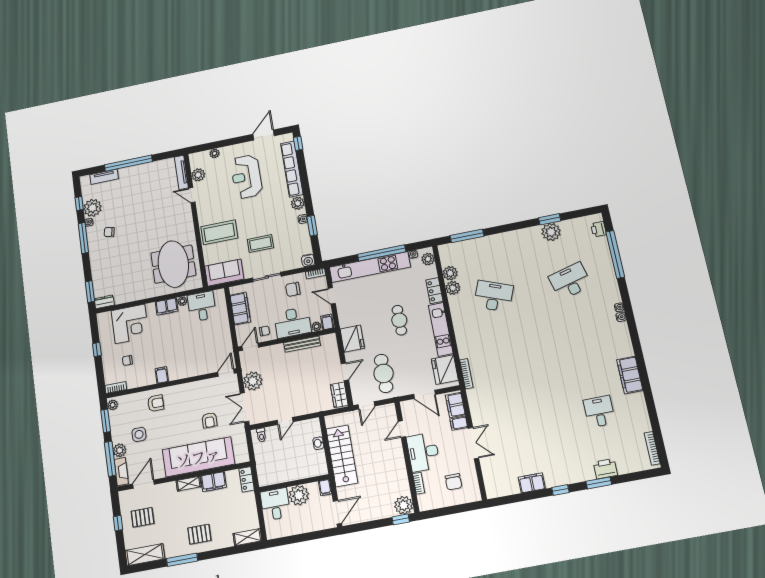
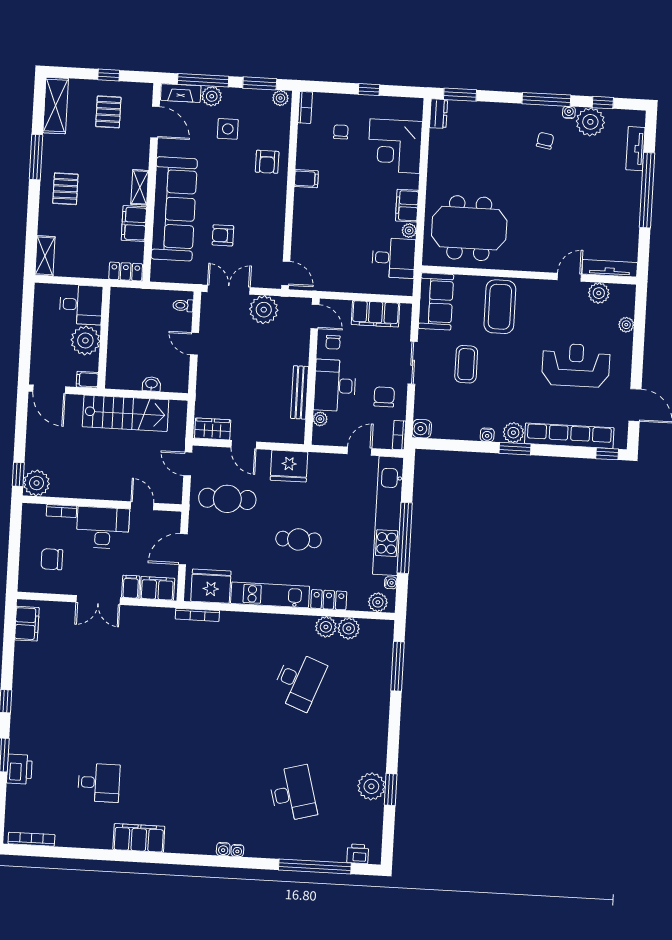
window: (312, 226) -> (515, 449), moved
filing cabinet: (327, 322) -> (323, 436), removed
filing cabinet: (532, 483) -> (27, 624), moved

